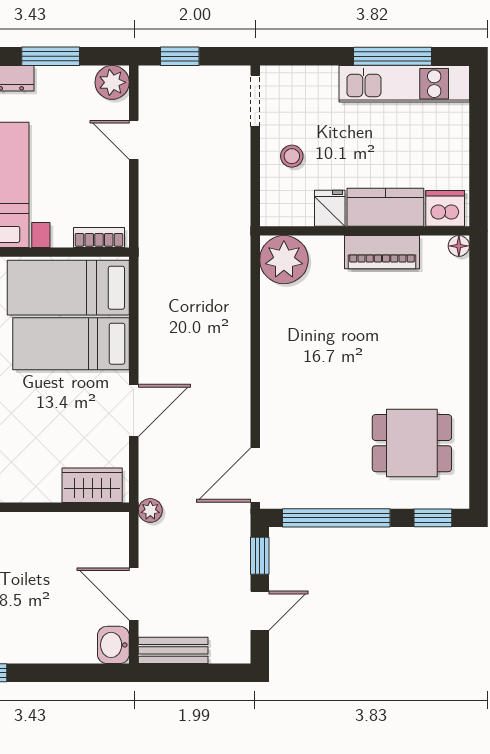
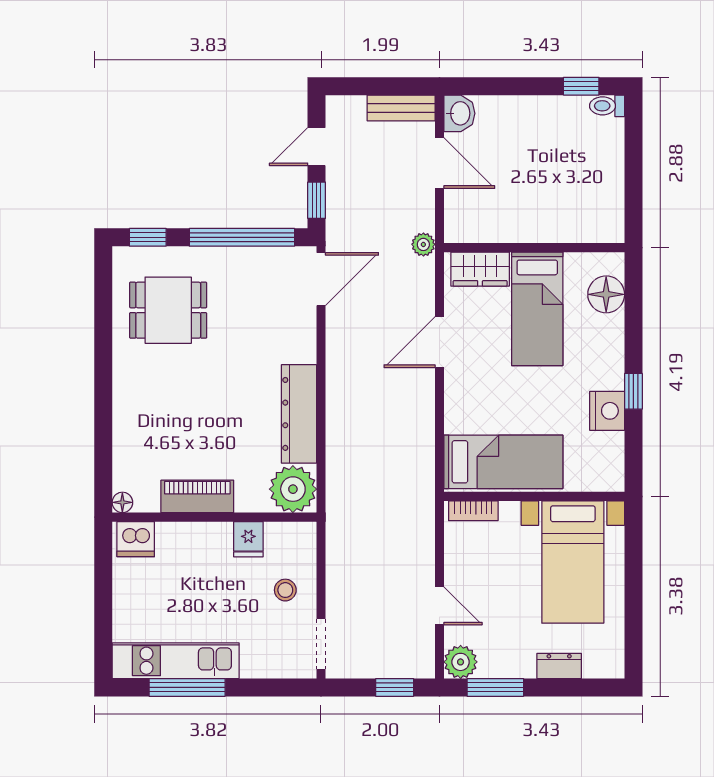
window: (51, 56) -> (495, 687), moved
kitchen counter: (385, 207) -> (194, 540), removed
dresser: (278, 337) -> (299, 414), added
bed: (71, 344) -> (537, 309), moved, turned 90

